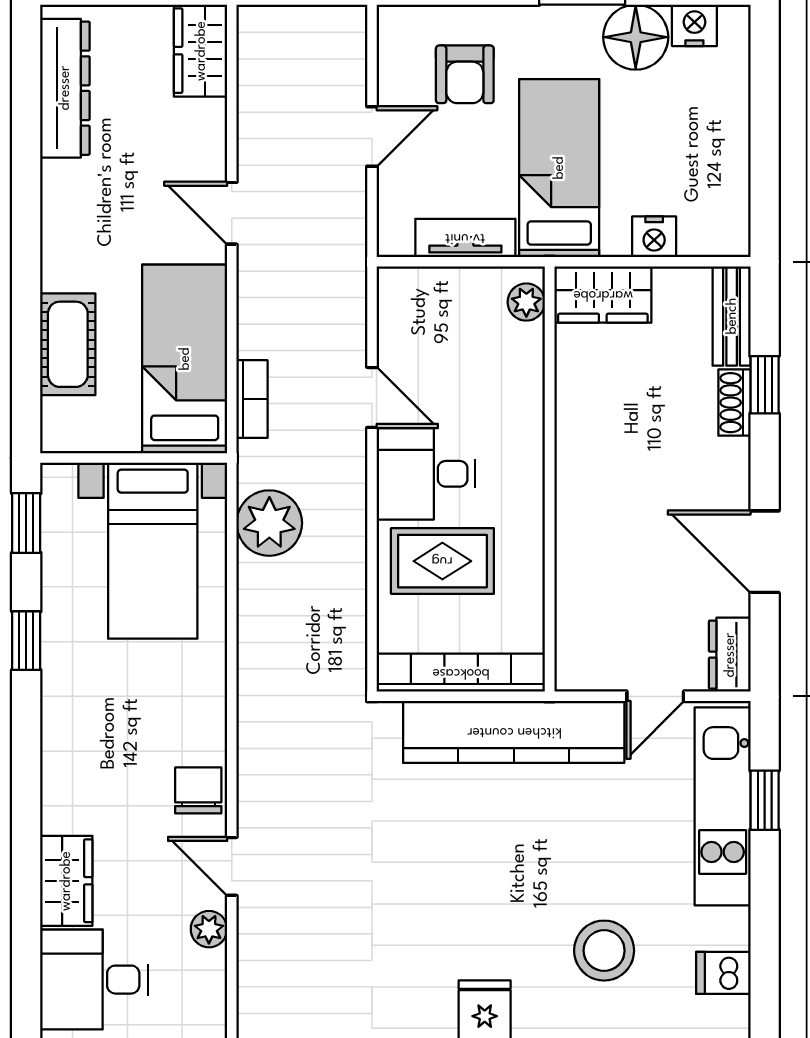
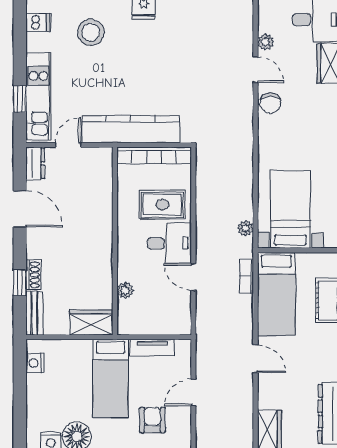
nightstand: (654, 237) -> (35, 363), moved, turned -90
plant: (526, 302) -> (125, 290), moved
plant: (269, 523) -> (246, 228), width x0.53, depth x0.53

